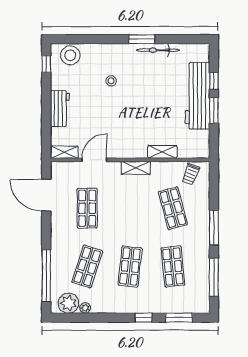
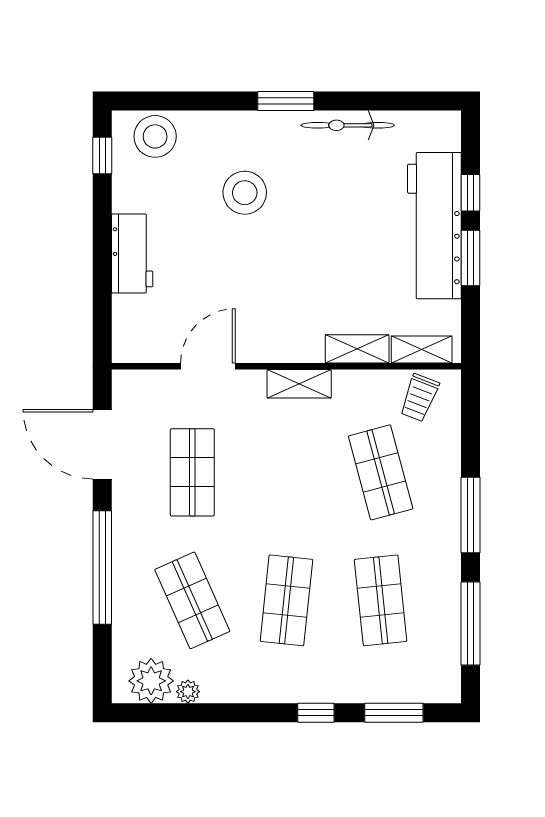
window: (142, 39) -> (286, 101), moved
stool: (111, 81) -> (245, 193), width x1.89, depth x1.89
shelving: (64, 152) -> (422, 350), moved
shop shelf: (87, 266) -> (192, 600), turned -42
window: (46, 276) -> (102, 567), moved

